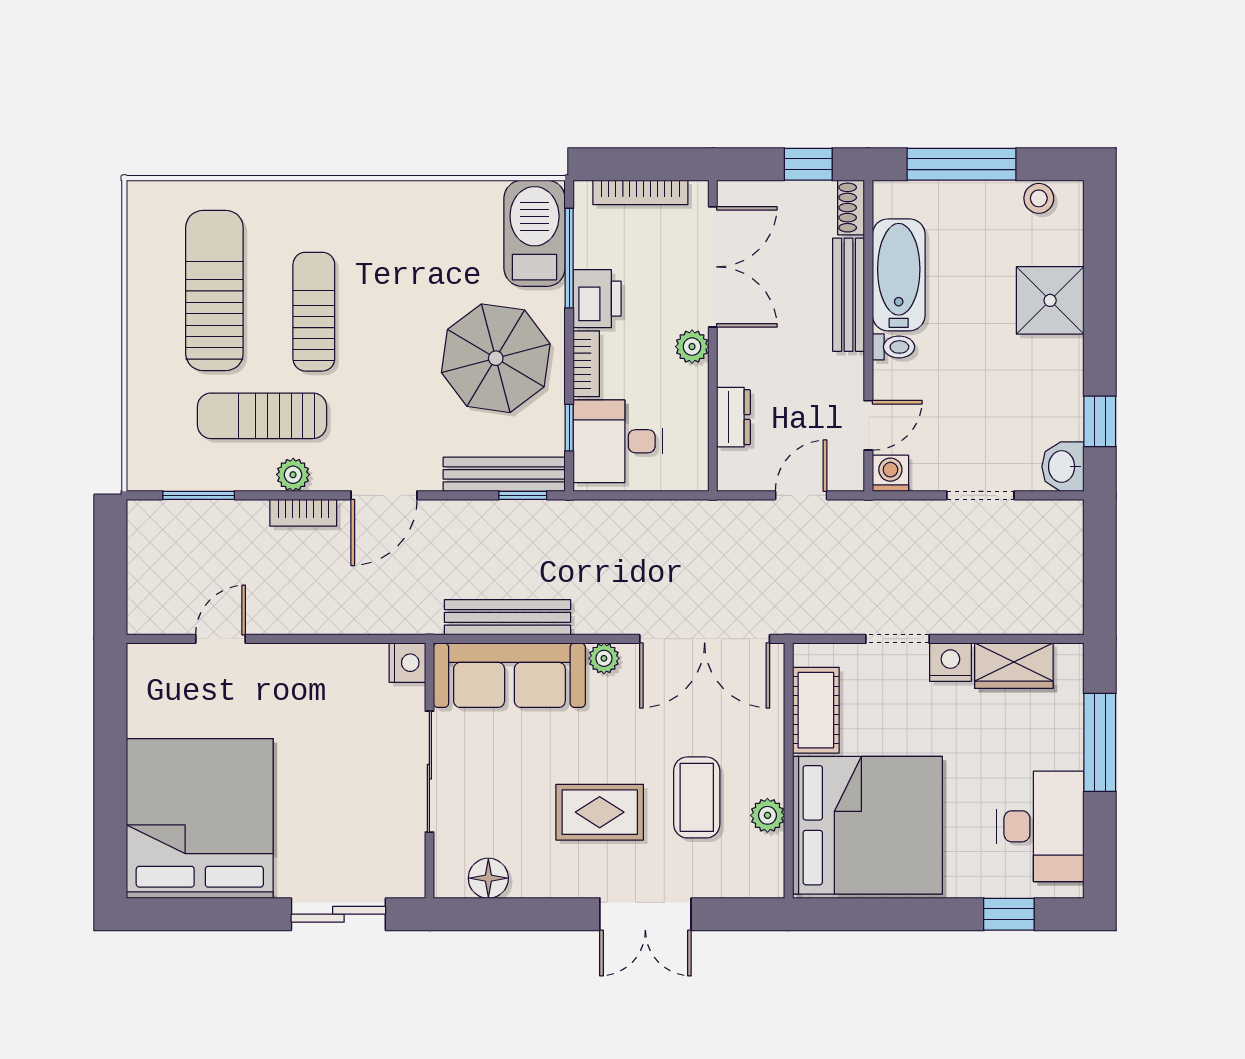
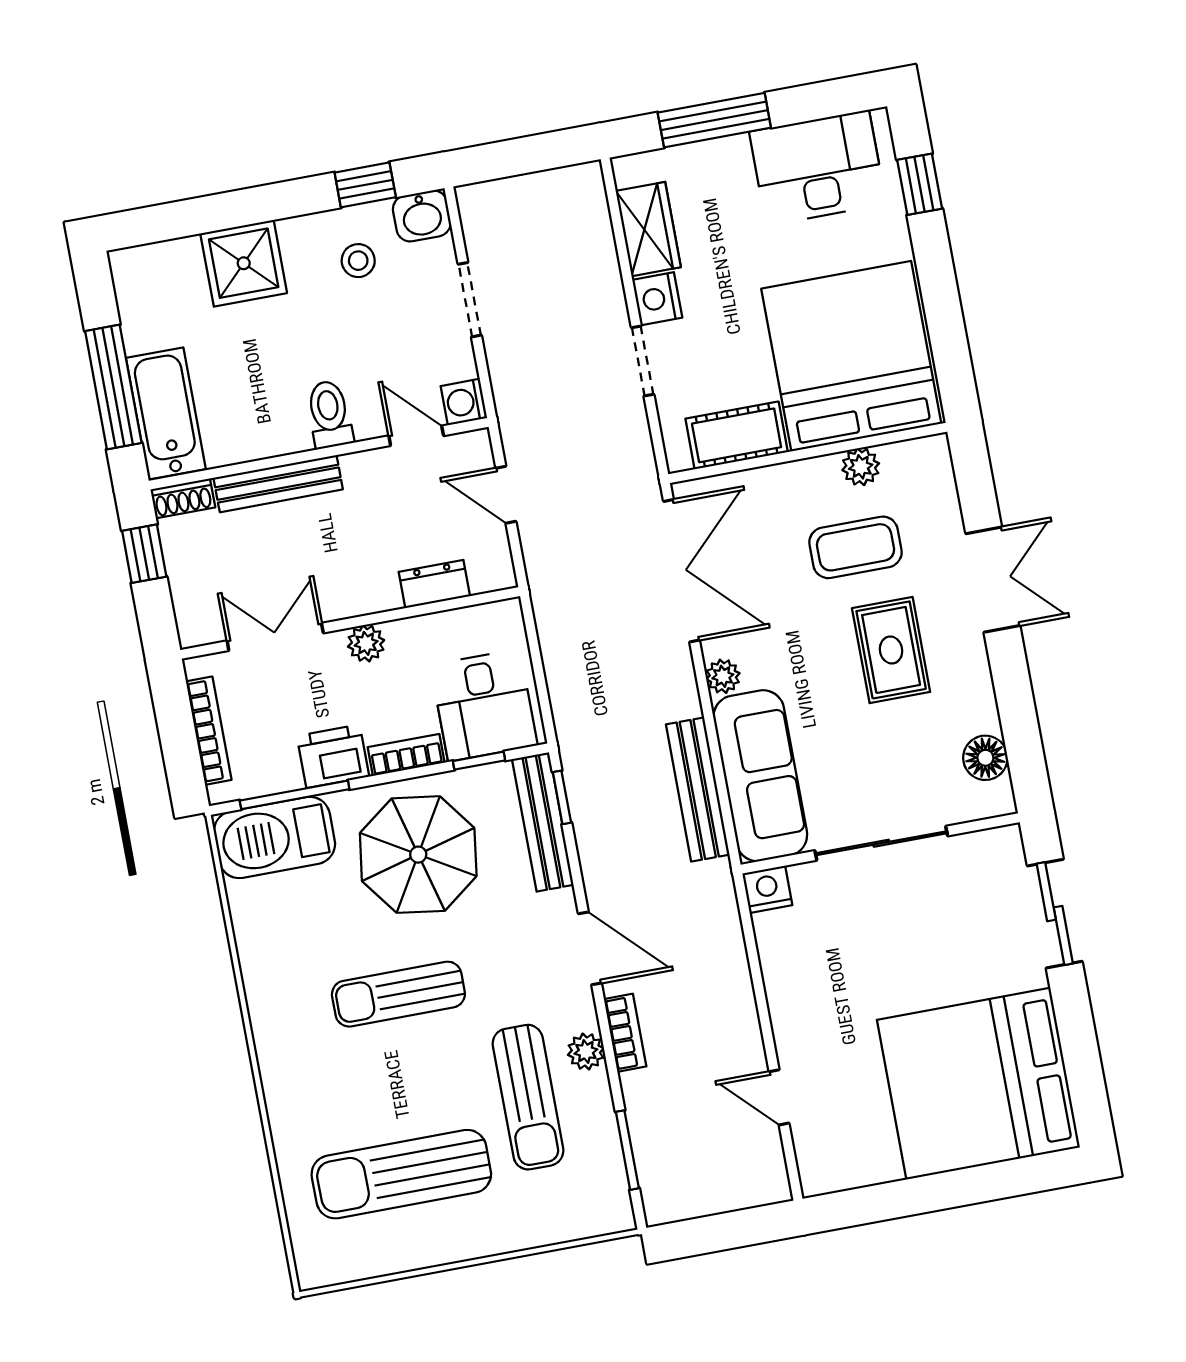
stool: (1039, 198) -> (358, 261), moved
double door: (713, 267) -> (275, 637), width x0.73
bathtub: (899, 275) -> (166, 413), moved, turned 90
sun lounger: (314, 312) -> (398, 994), moved
toilet: (894, 347) -> (329, 414), width x1.37, depth x1.39

